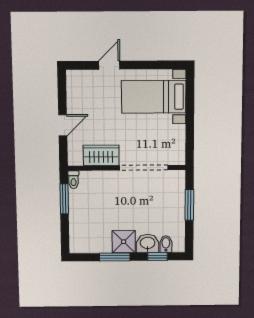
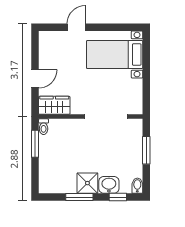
wardrobe: (101, 155) -> (54, 105), moved
bidet: (166, 244) -> (137, 186), moved

